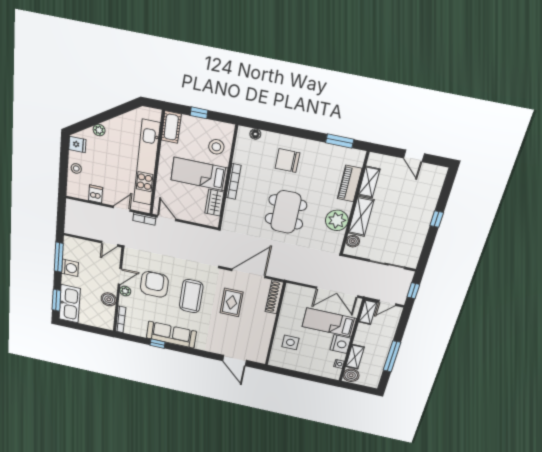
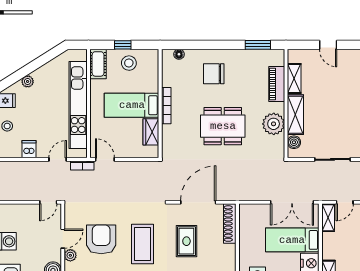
stool: (216, 147) -> (129, 63), moved
dining table: (286, 212) -> (223, 126), turned 90

